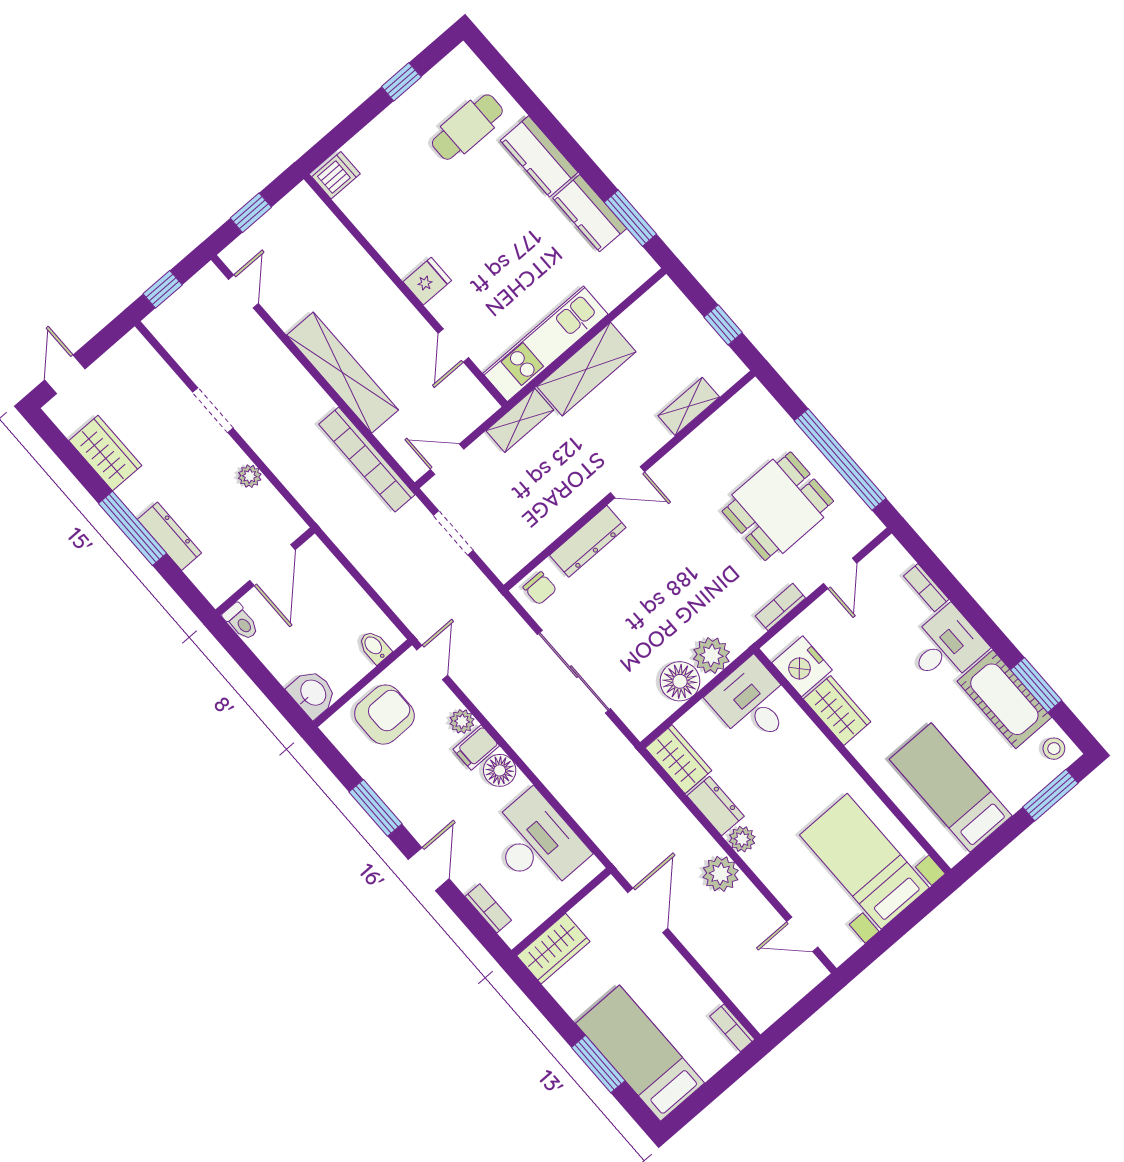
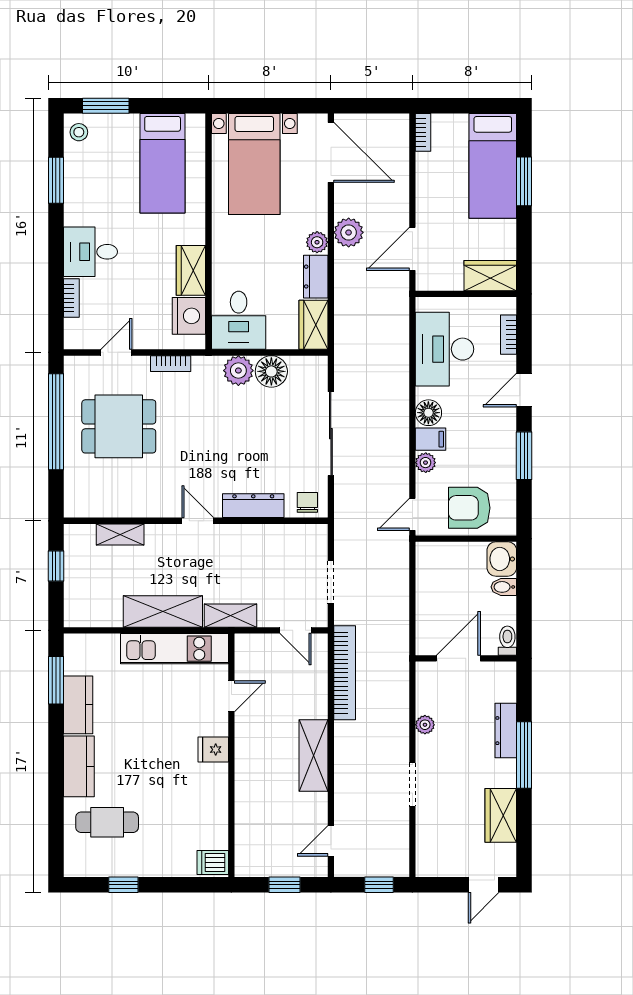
shelving: (342, 373) -> (313, 755), width x0.68
bidet: (375, 647) -> (504, 587), moved, turned 90
cot: (1004, 699) -> (83, 189), removed
door: (802, 934) -> (331, 152), width x1.88

